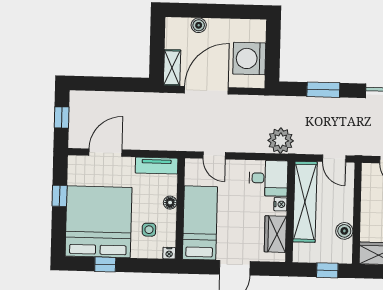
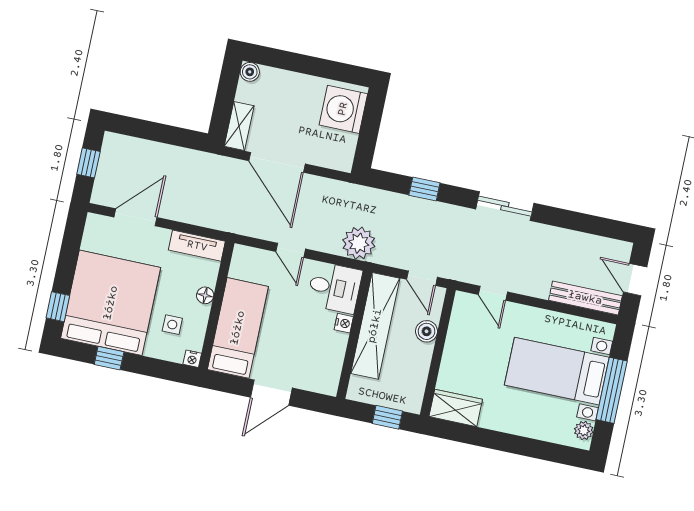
boiler: (199, 25) -> (250, 72), moved
washing machine: (249, 59) -> (343, 109), moved
door: (206, 90) -> (277, 162), swing flipped
window: (323, 90) -> (424, 189), width x0.67
door: (214, 155) -> (291, 250), moved
window: (60, 196) -> (58, 307), moved
boiler: (344, 231) -> (427, 331), moved
wardrobe: (275, 234) -> (330, 360), removed

